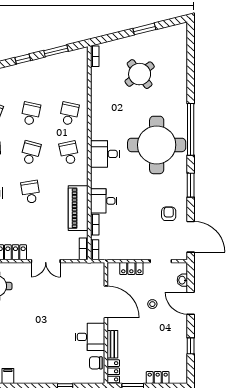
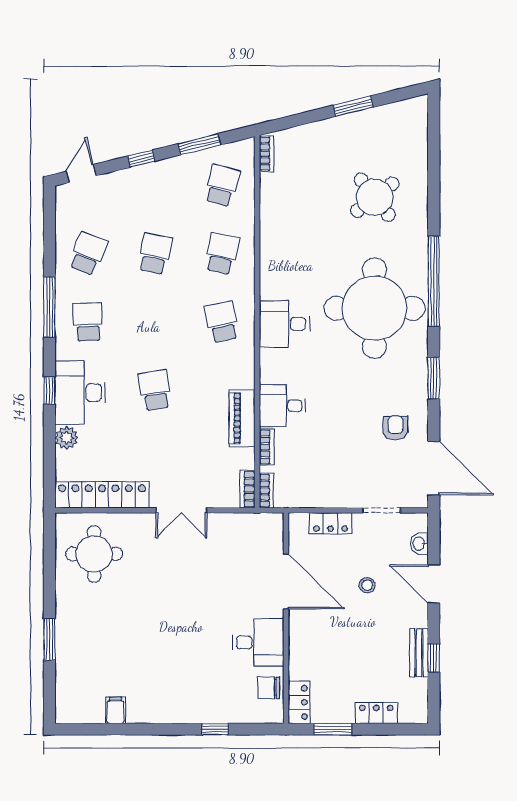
round table: (140, 74) -> (375, 197), moved
school desk: (31, 153) -> (222, 186), moved
piano: (78, 208) -> (242, 418), width x0.73, depth x0.75
bench: (112, 344) -> (419, 653), moved

